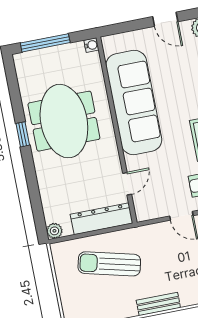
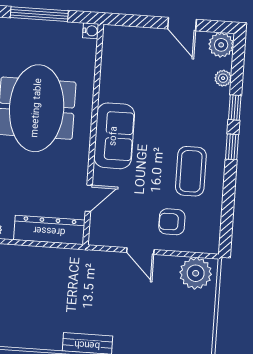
sofa: (134, 102) -> (114, 136), width x0.54, depth x0.79
sun lounger: (109, 264) -> (44, 283), removed

